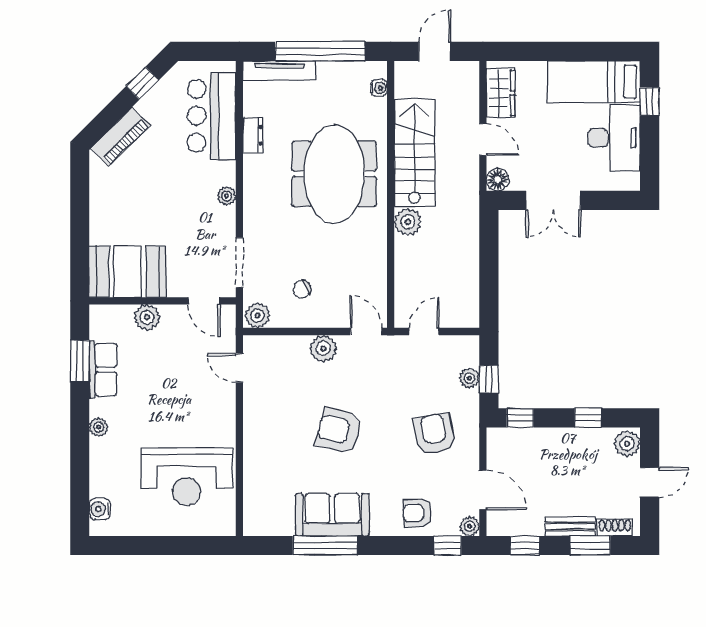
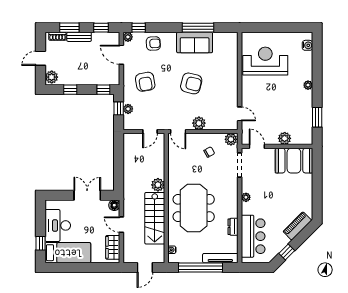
row of seats: (103, 370) -> (306, 113), removed

